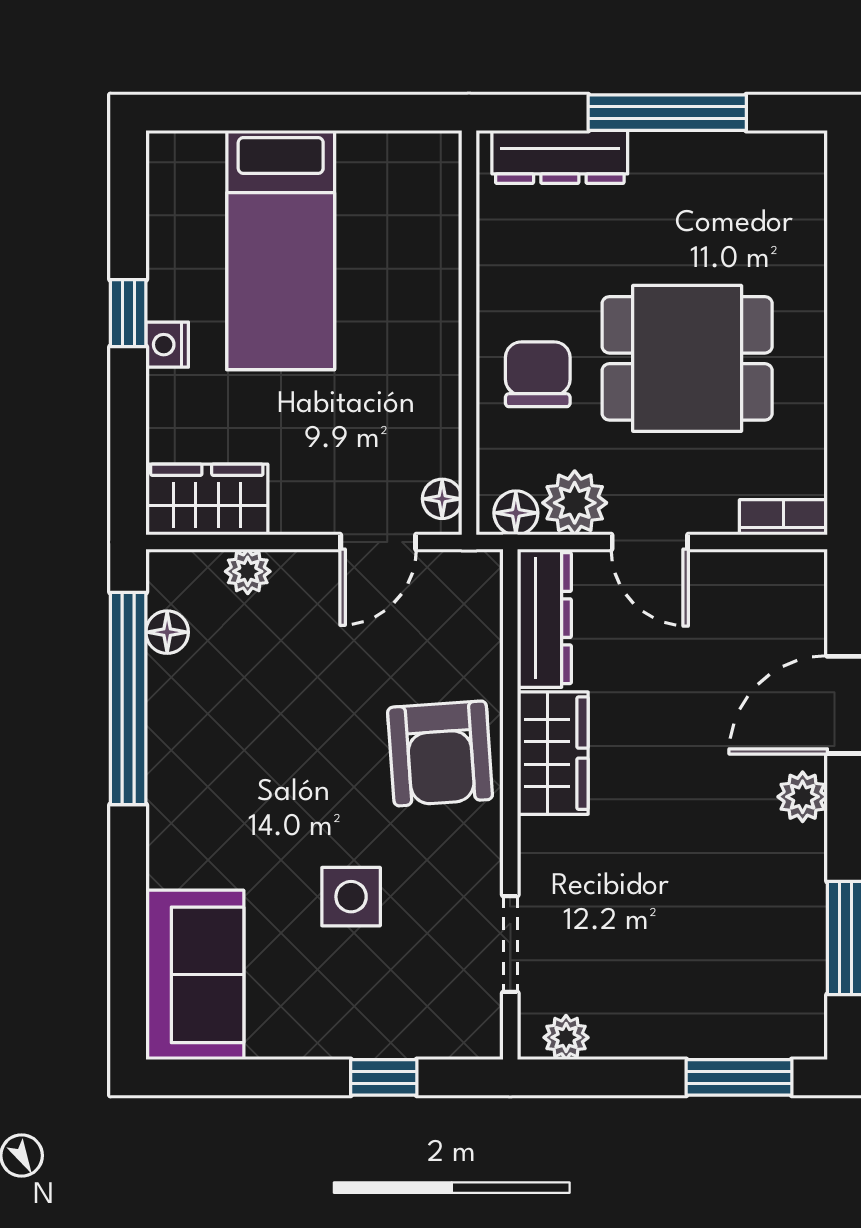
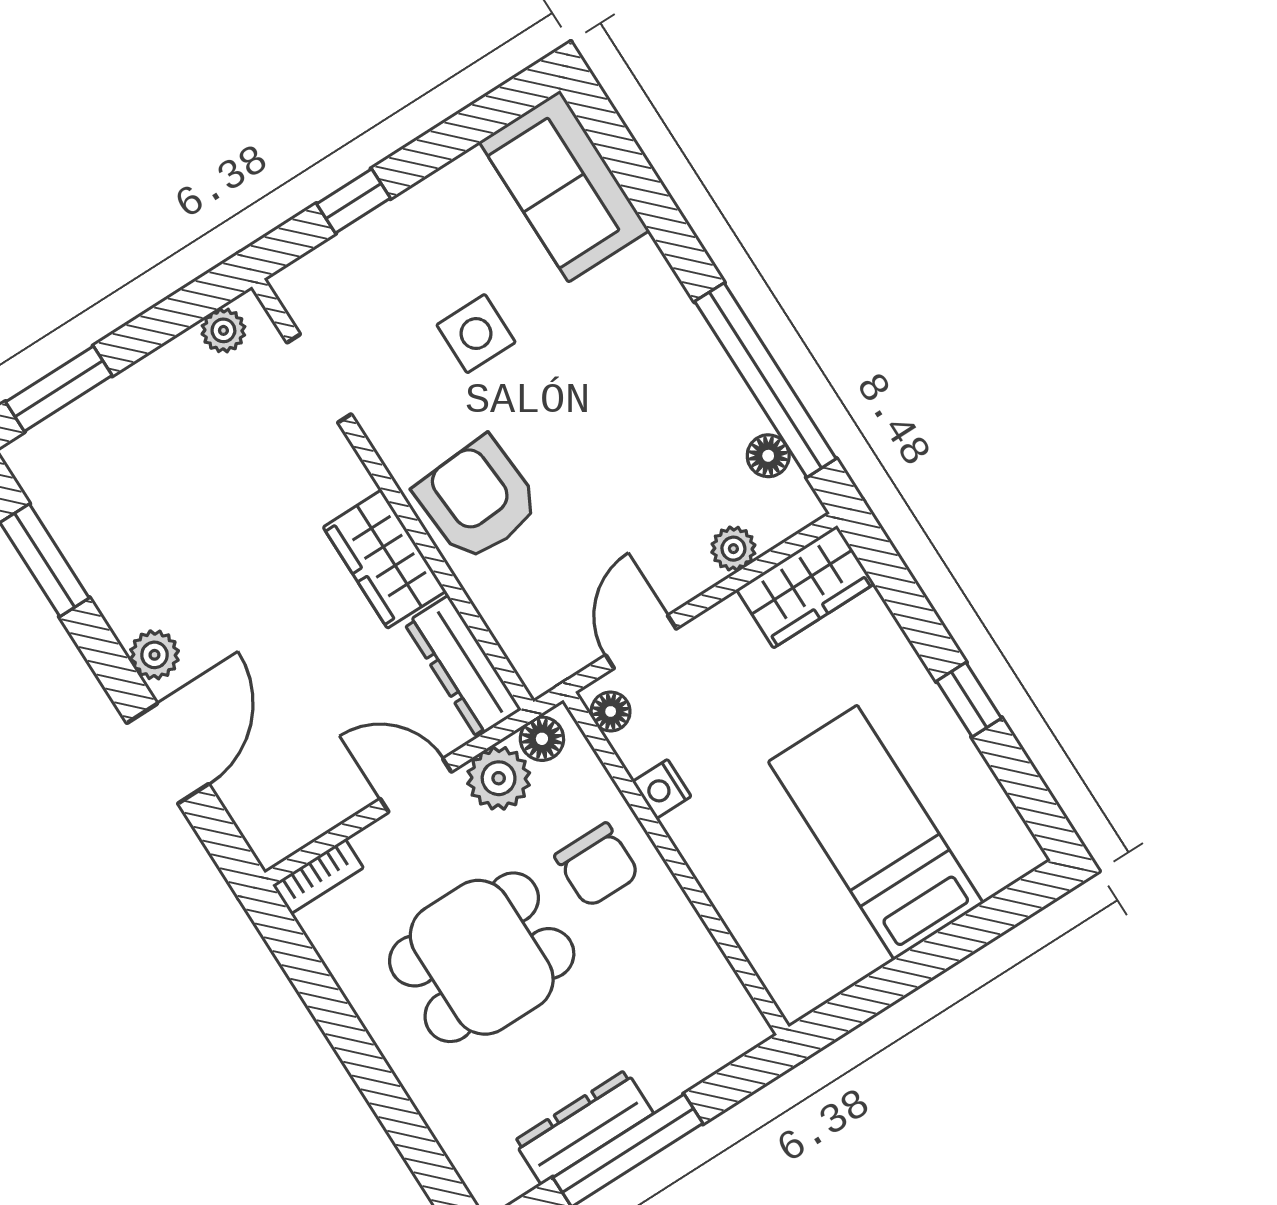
dresser: (560, 157) -> (584, 1127), moved
nightstand: (167, 345) -> (662, 789), moved, turned 180

